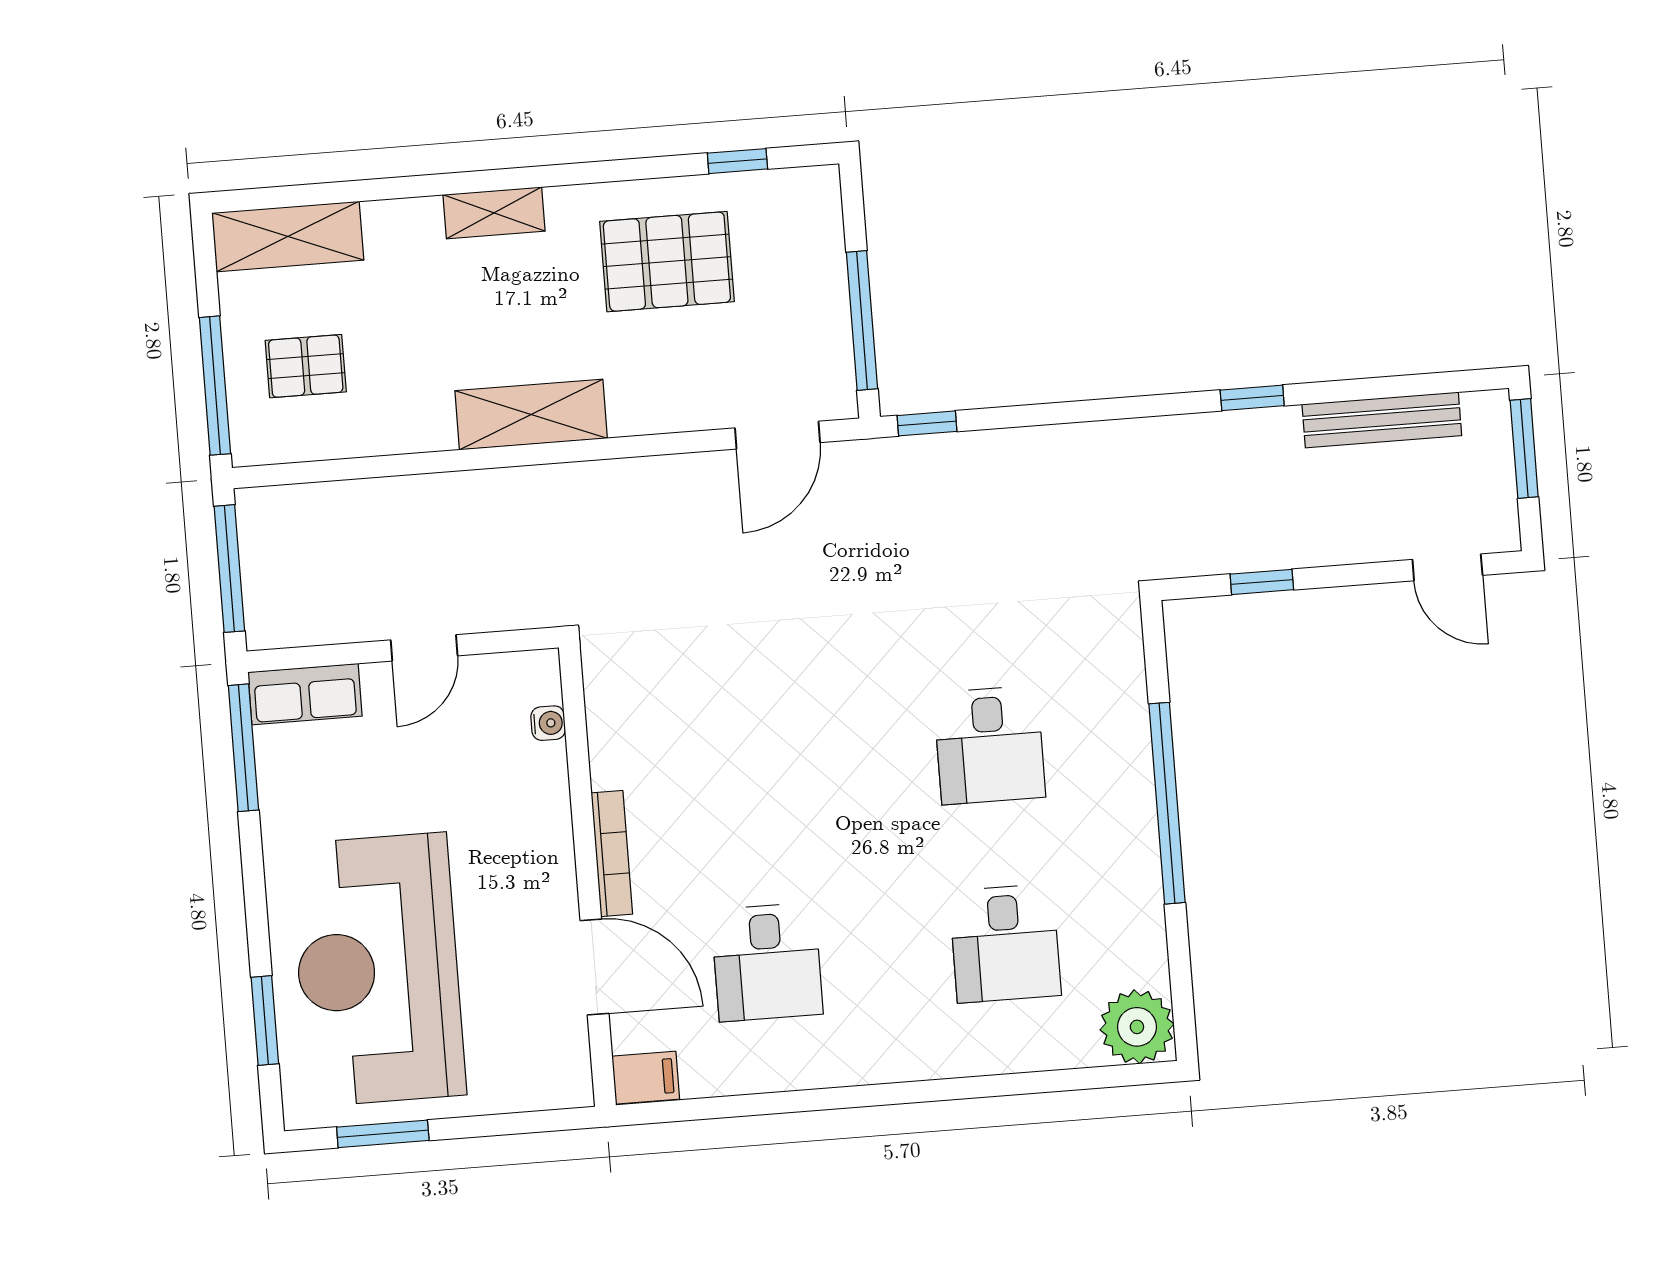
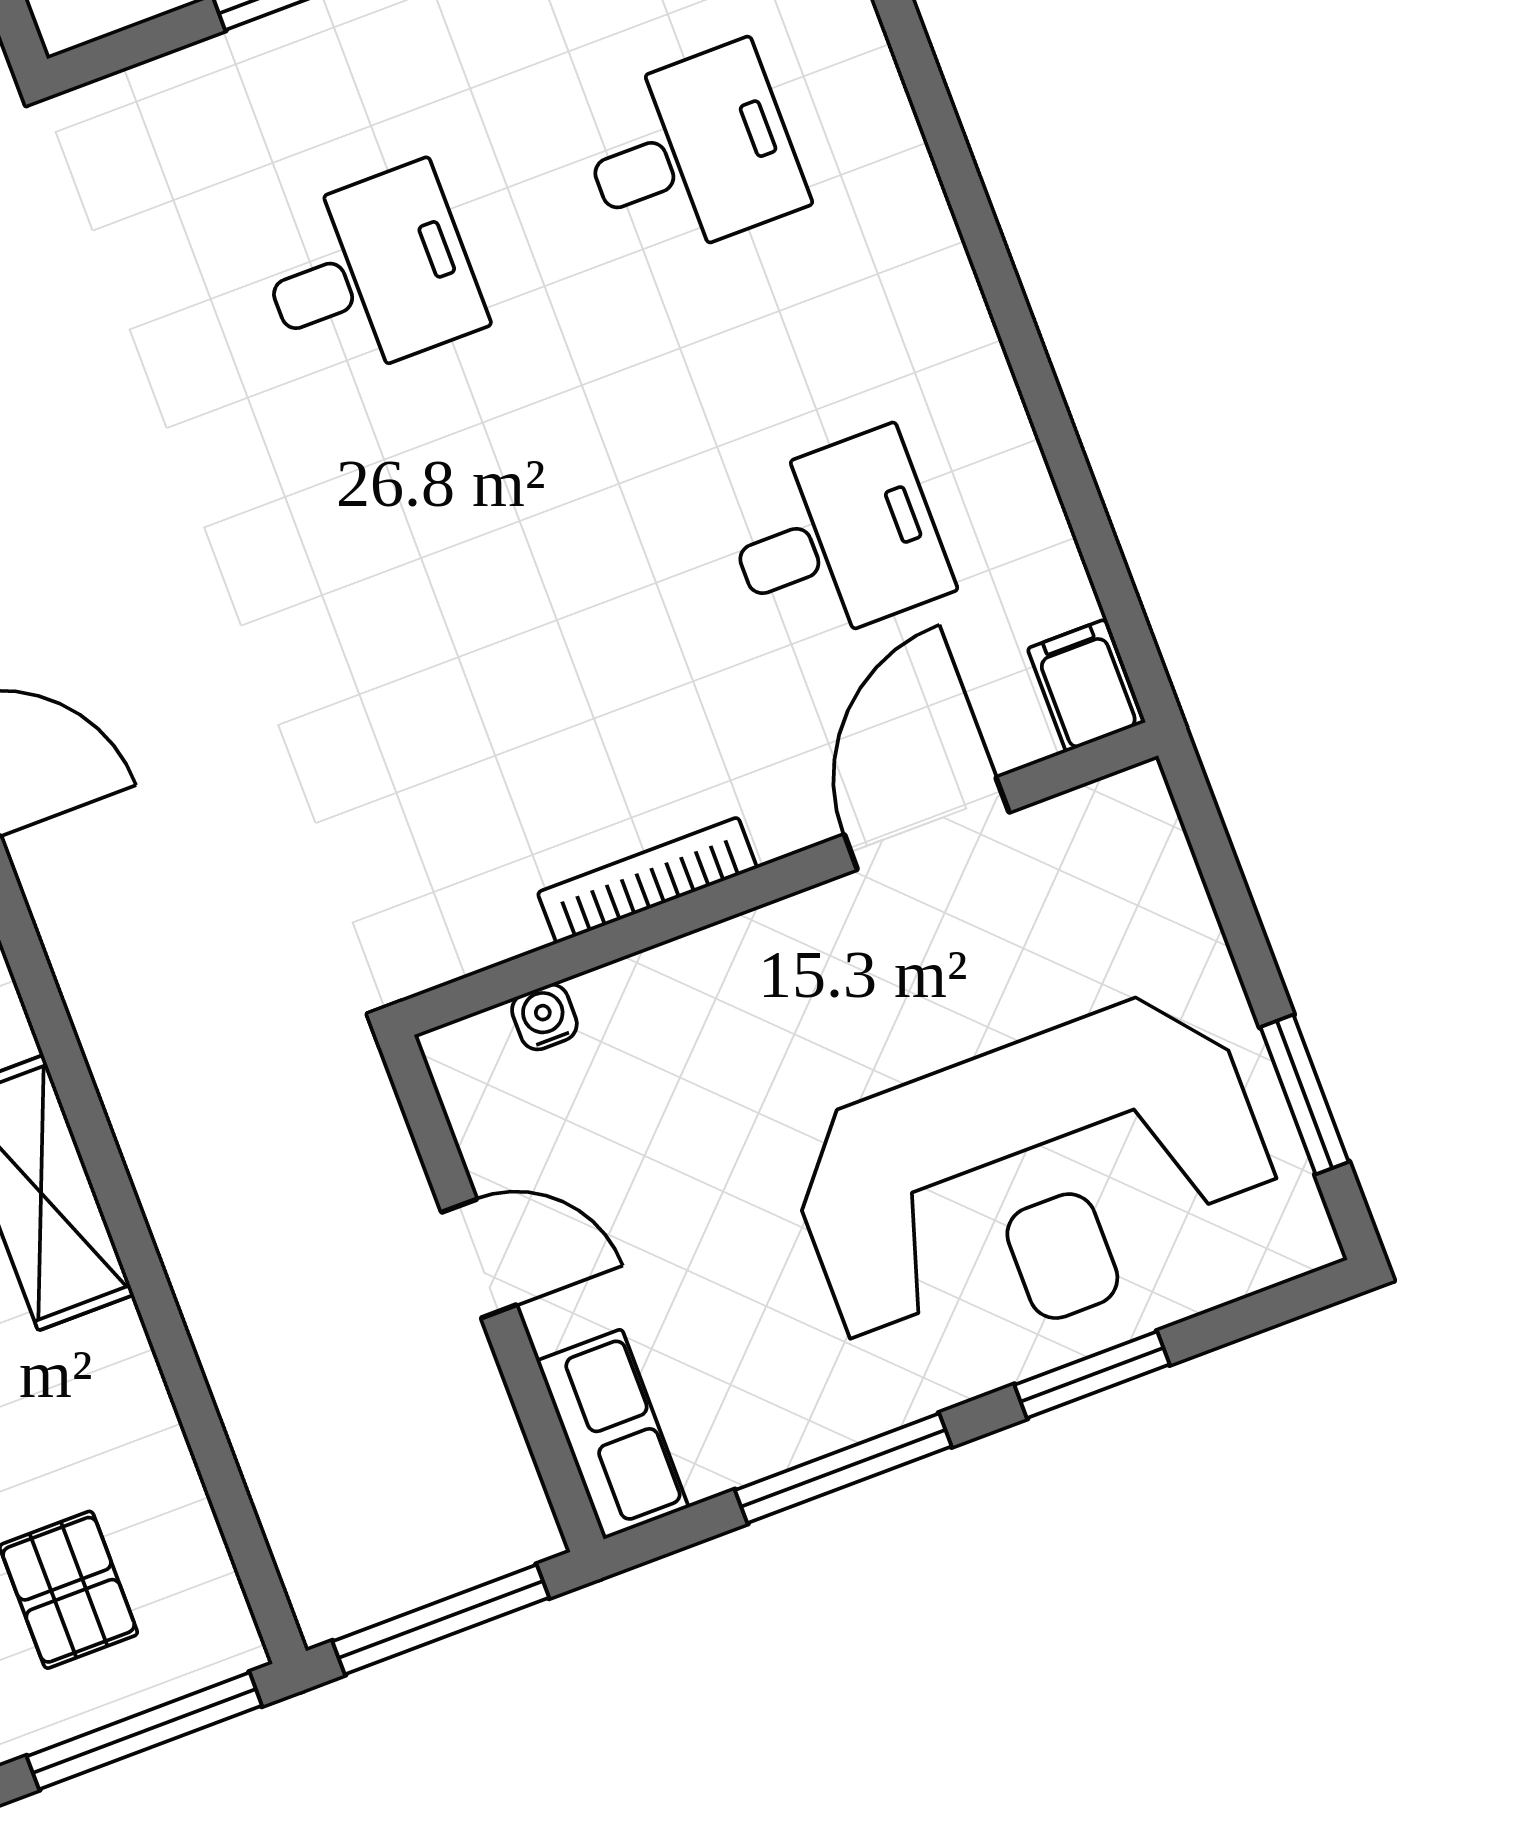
window: (243, 748) -> (843, 1468), moved
bookcase: (612, 854) -> (647, 880), moved
window: (265, 1021) -> (1092, 1375), moved

